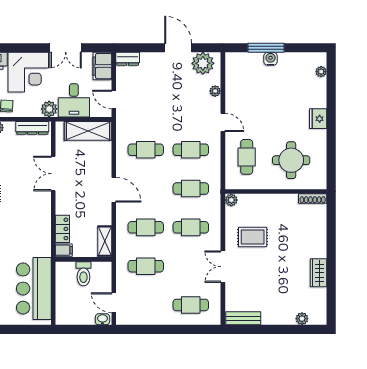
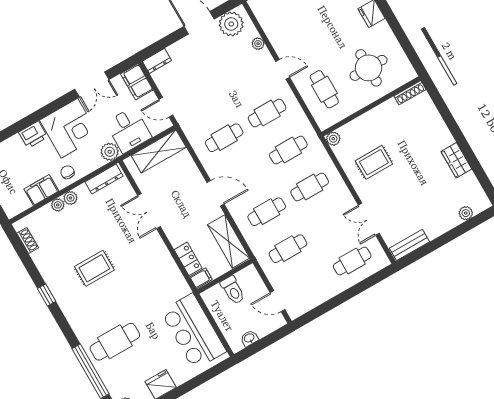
shelving: (105, 241) -> (229, 241), width x1.50, depth x1.33
double door: (223, 267) -> (369, 219), moved
washbasin: (102, 319) -> (249, 338), moved

